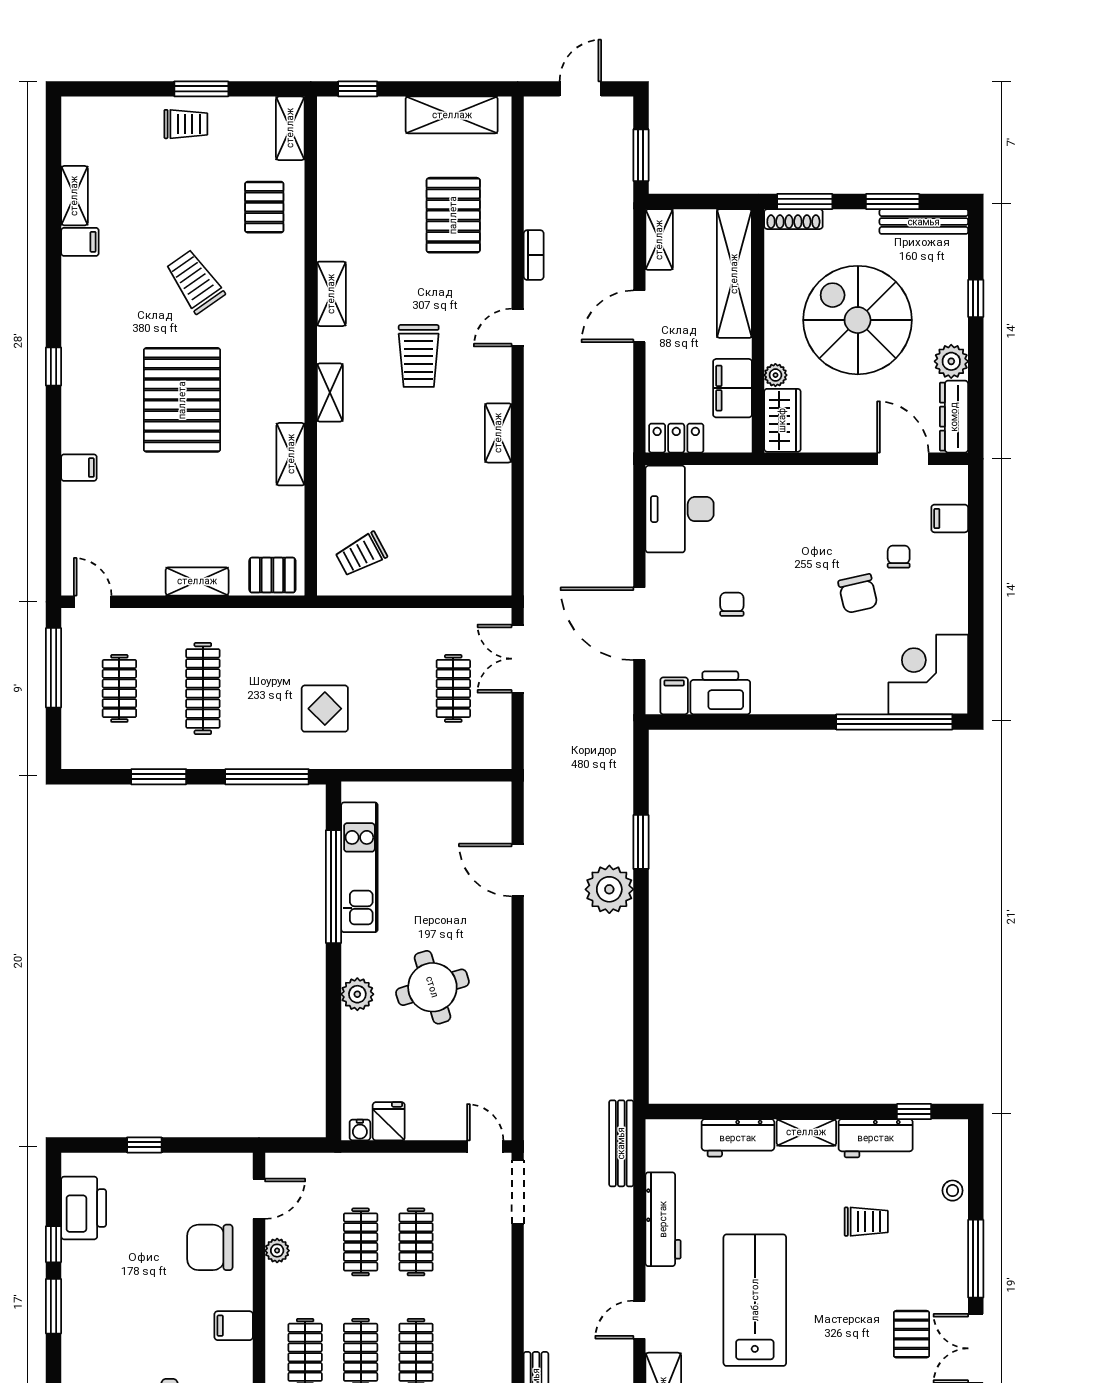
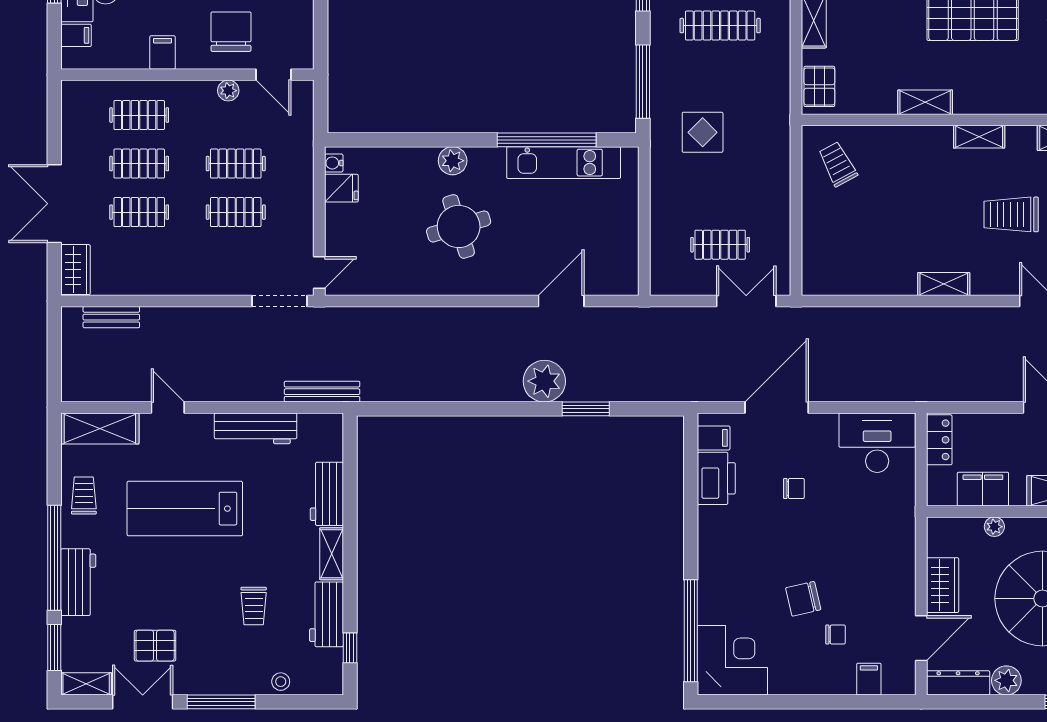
wardrobe: (782, 420) -> (943, 585), moved, turned -90
lab bench: (755, 1300) -> (185, 509), turned 180

